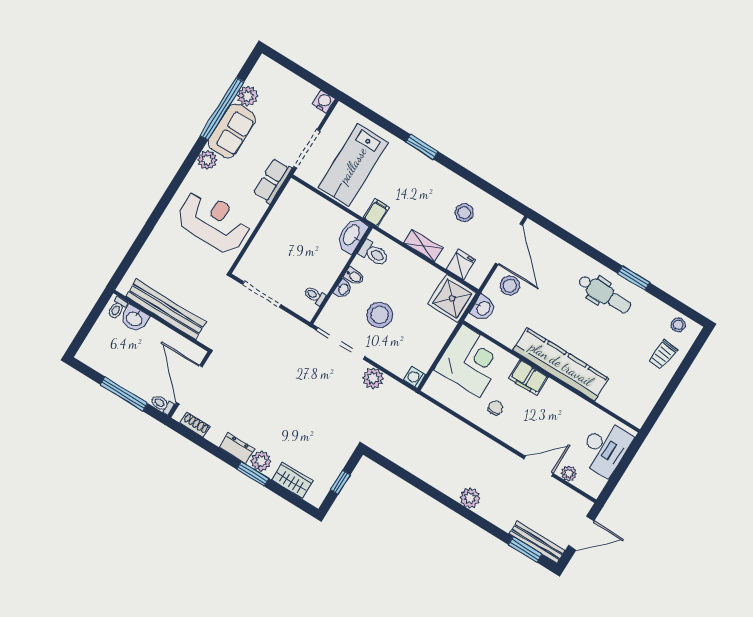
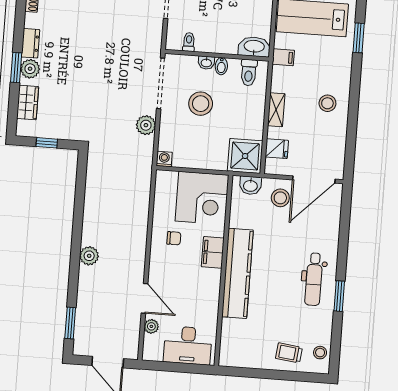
window: (422, 147) -> (359, 38), moved
stool: (464, 213) -> (327, 103), moved
bench: (537, 542) -> (81, 330), removed

